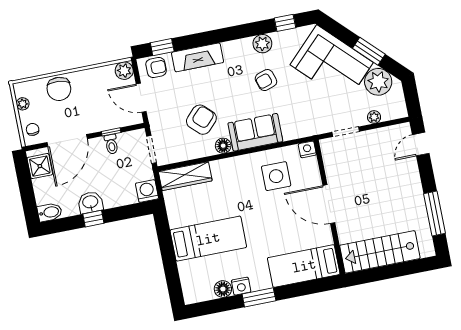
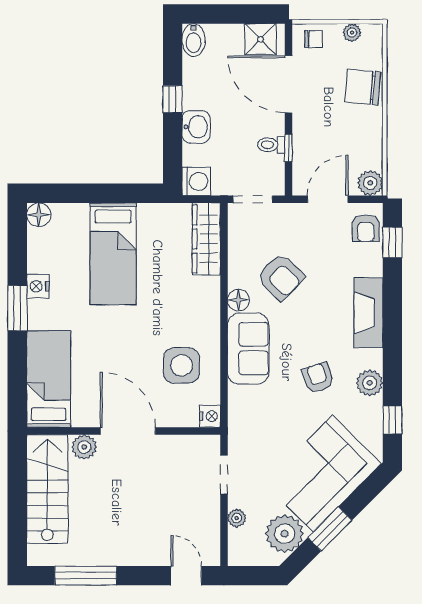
fireplace: (198, 57) -> (368, 313), moved
washbasin: (90, 202) -> (196, 127), moved
door: (329, 204) -> (128, 431), hinge flipped
plant: (346, 232) -> (84, 447), added
floor lamp: (223, 289) -> (39, 215), moved

